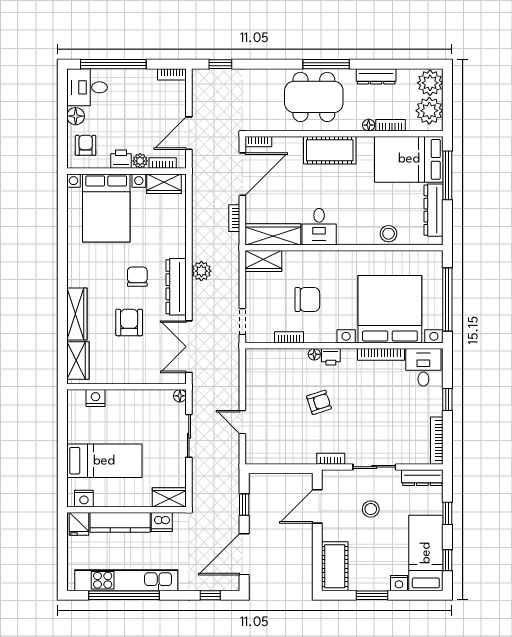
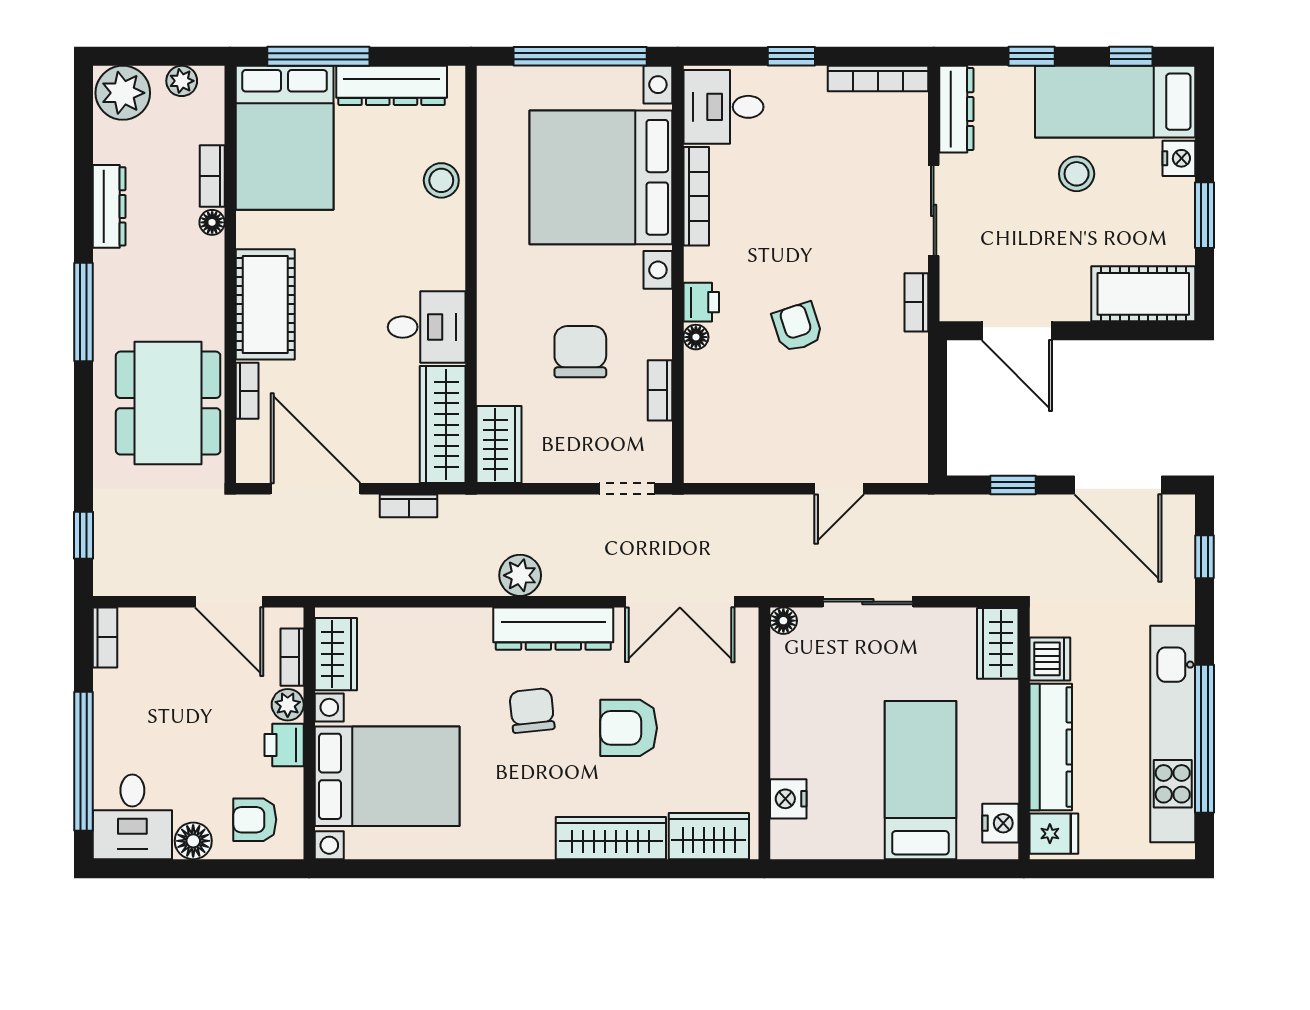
dining table: (314, 97) -> (168, 403), moved
plant: (429, 111) -> (182, 81), width x0.53, depth x0.53
bookcase: (258, 142) -> (247, 391), moved
chair: (137, 277) -> (532, 710), turned 84
stool: (371, 509) -> (1077, 174), moved

